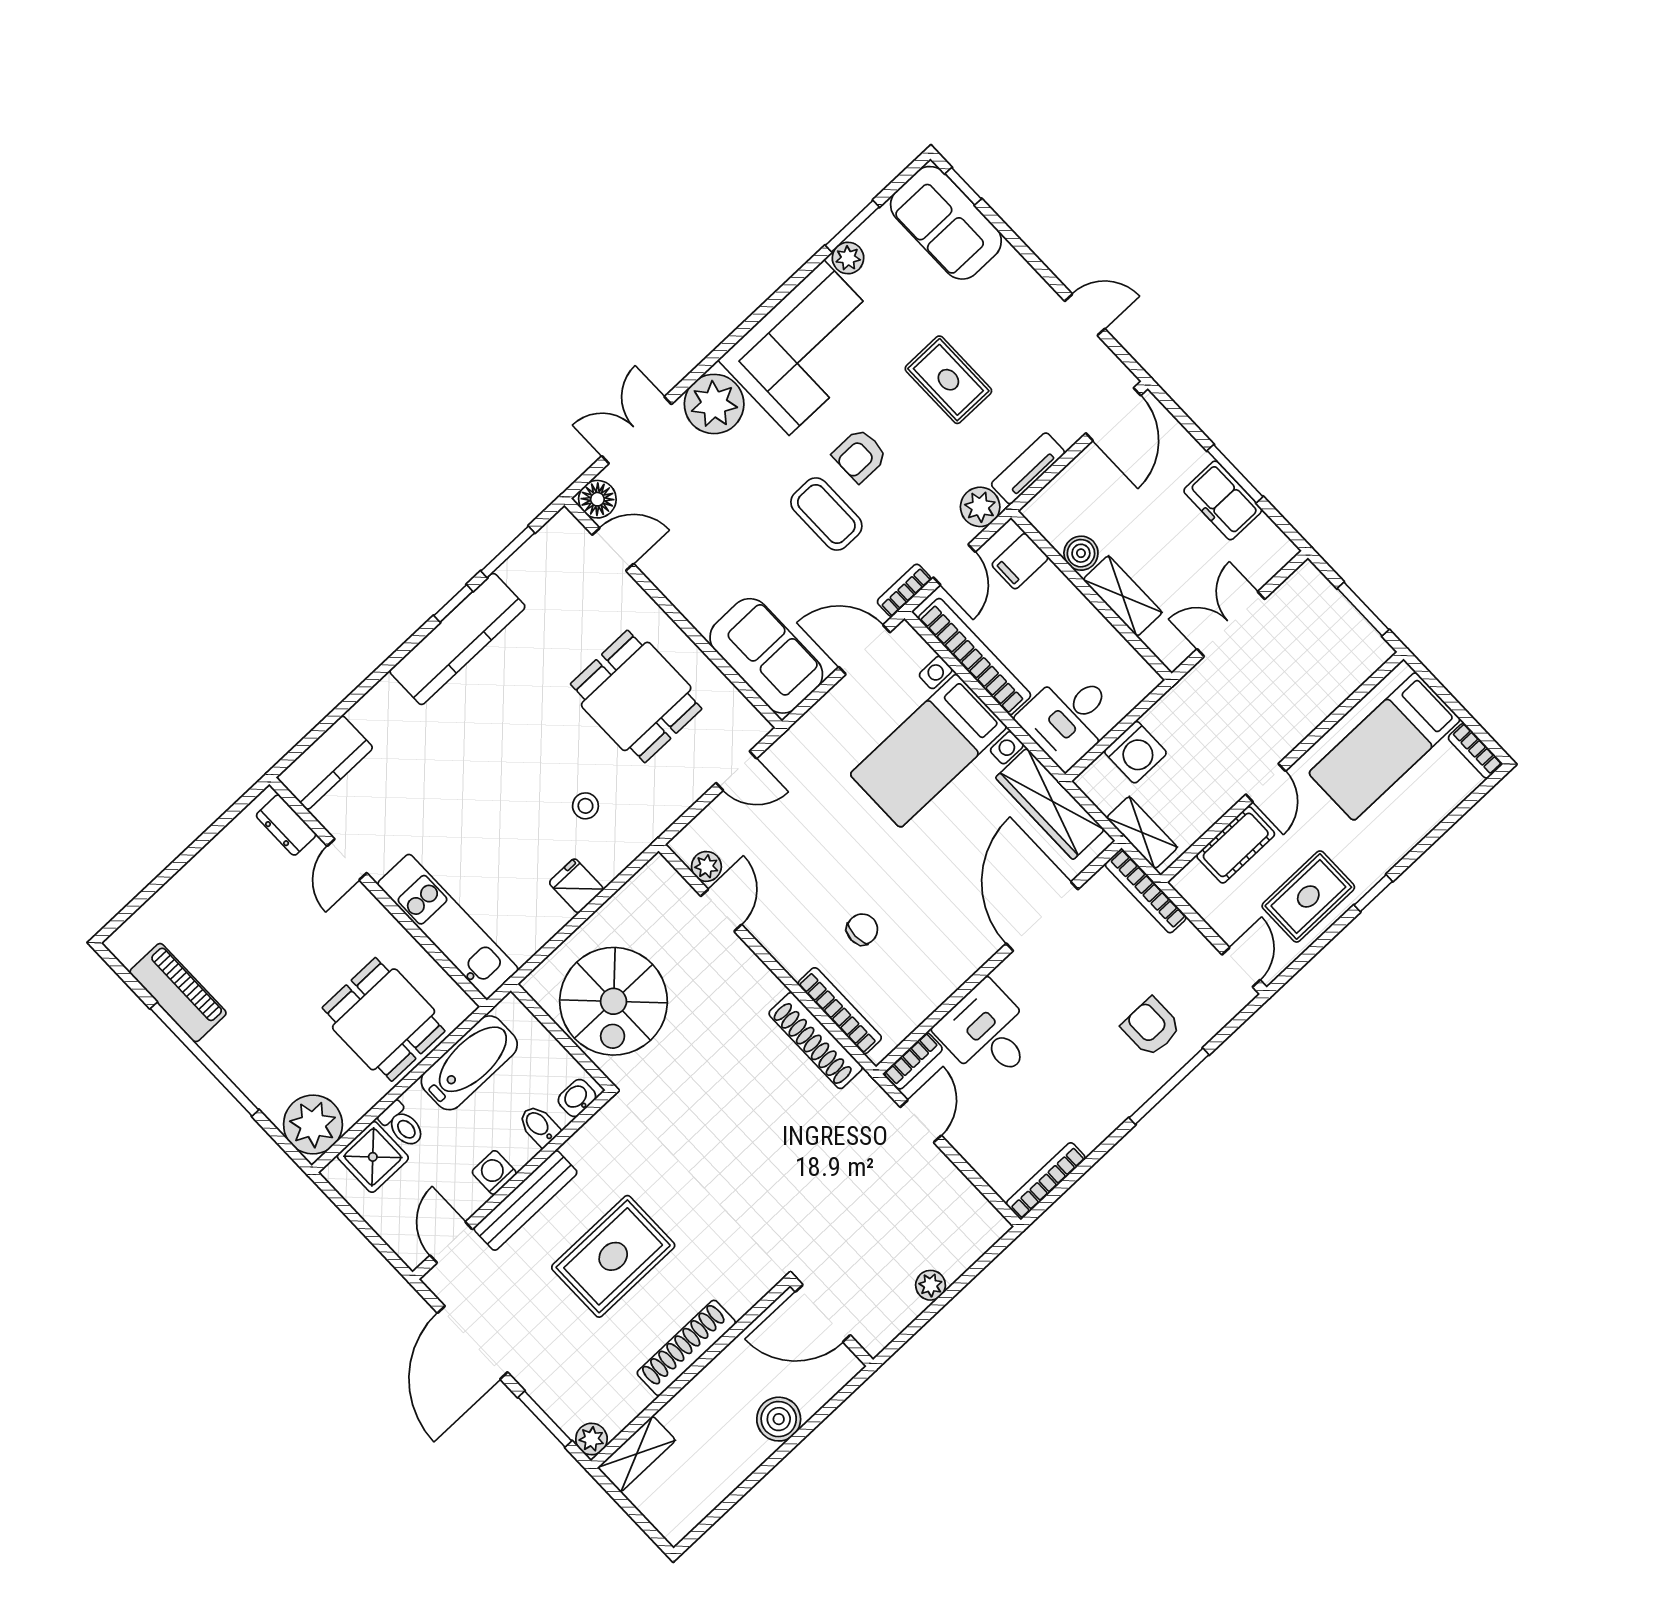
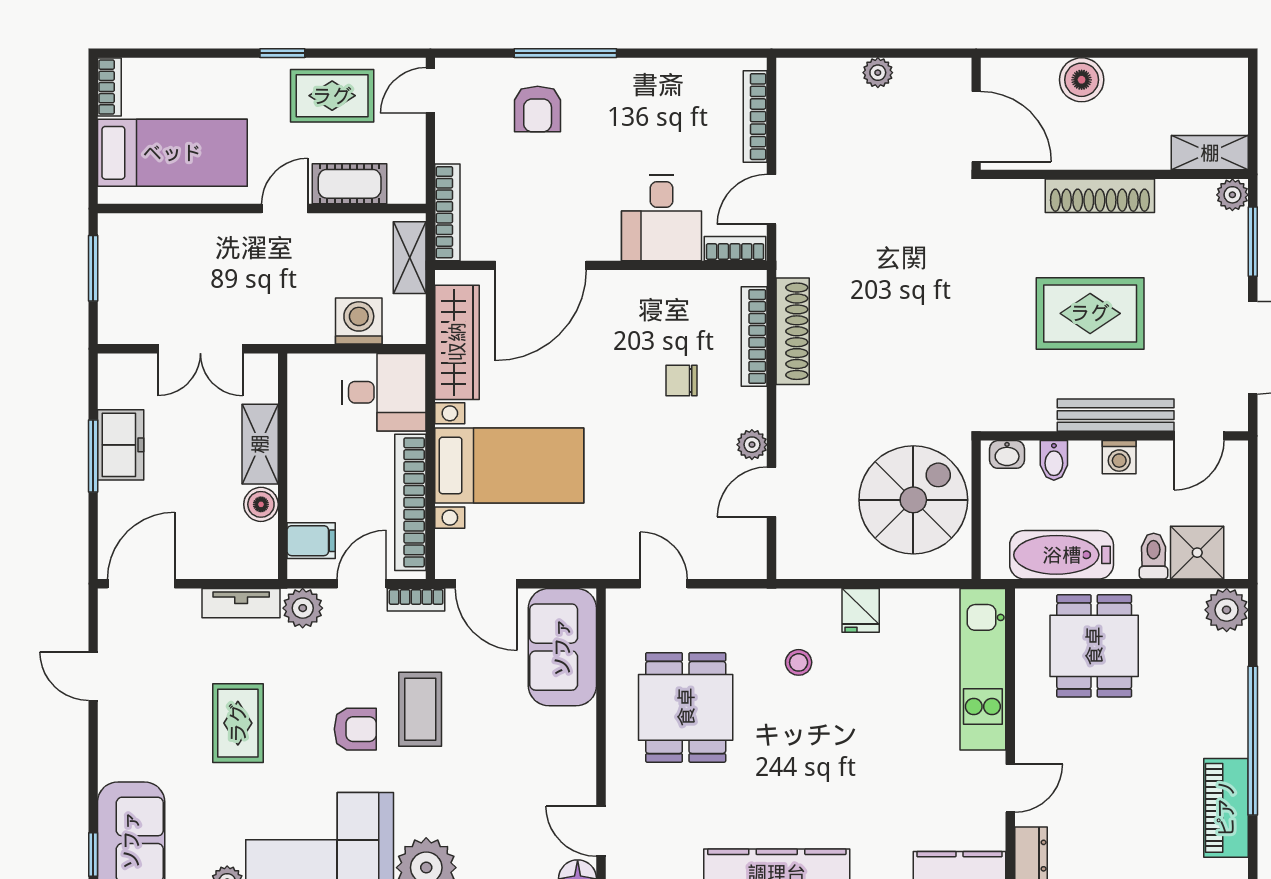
plant: (706, 866) -> (752, 445), moved
plant: (313, 1124) -> (1227, 610), width x0.73, depth x0.73
bookcase: (1046, 1181) -> (755, 117), moved, turned 90

